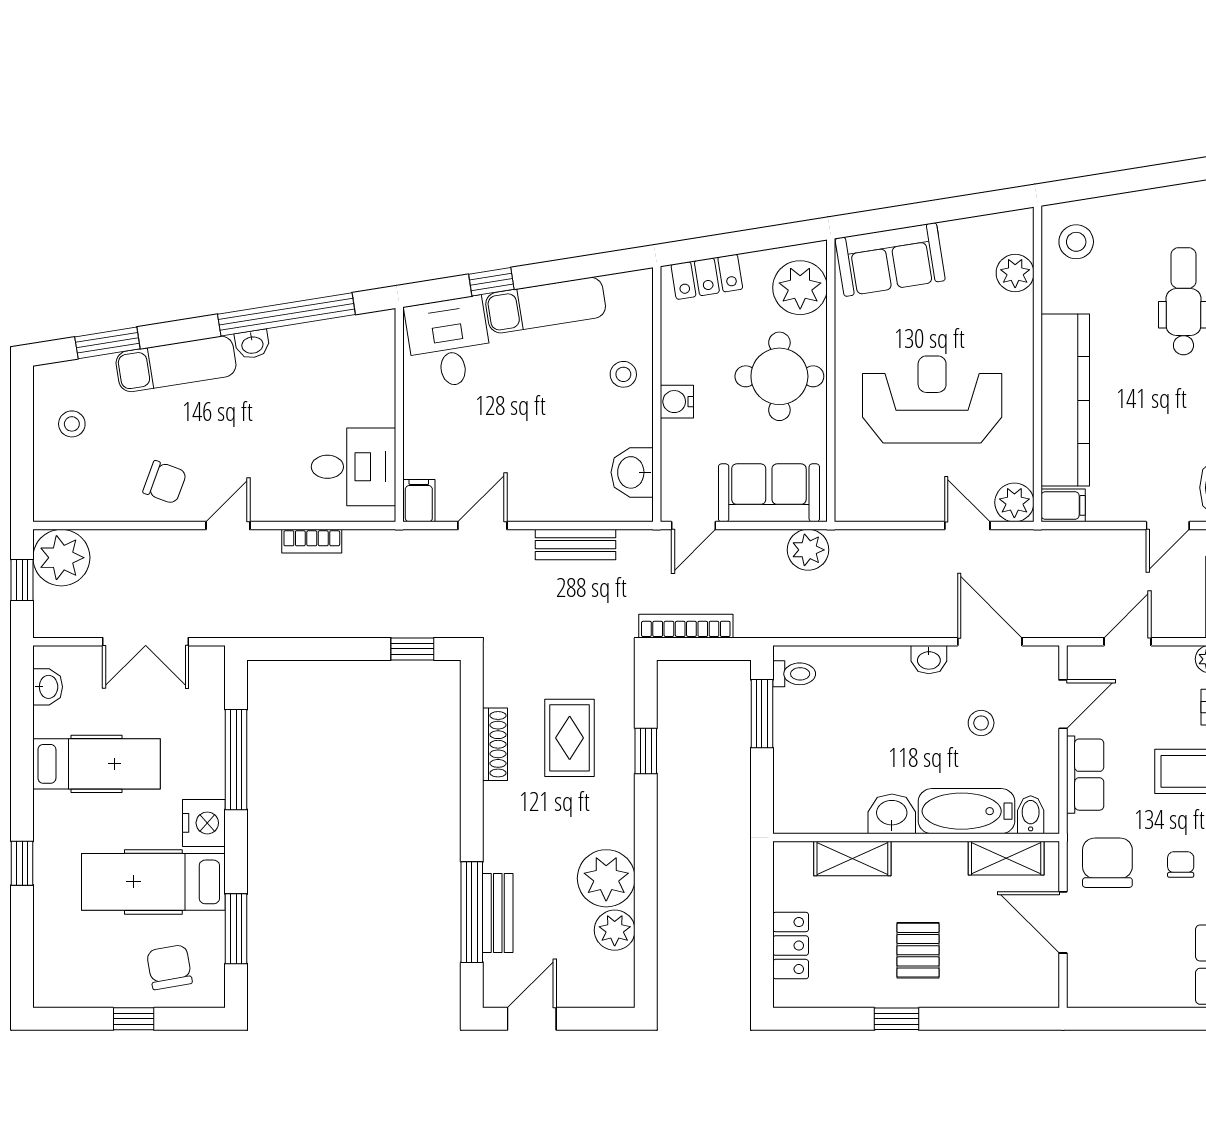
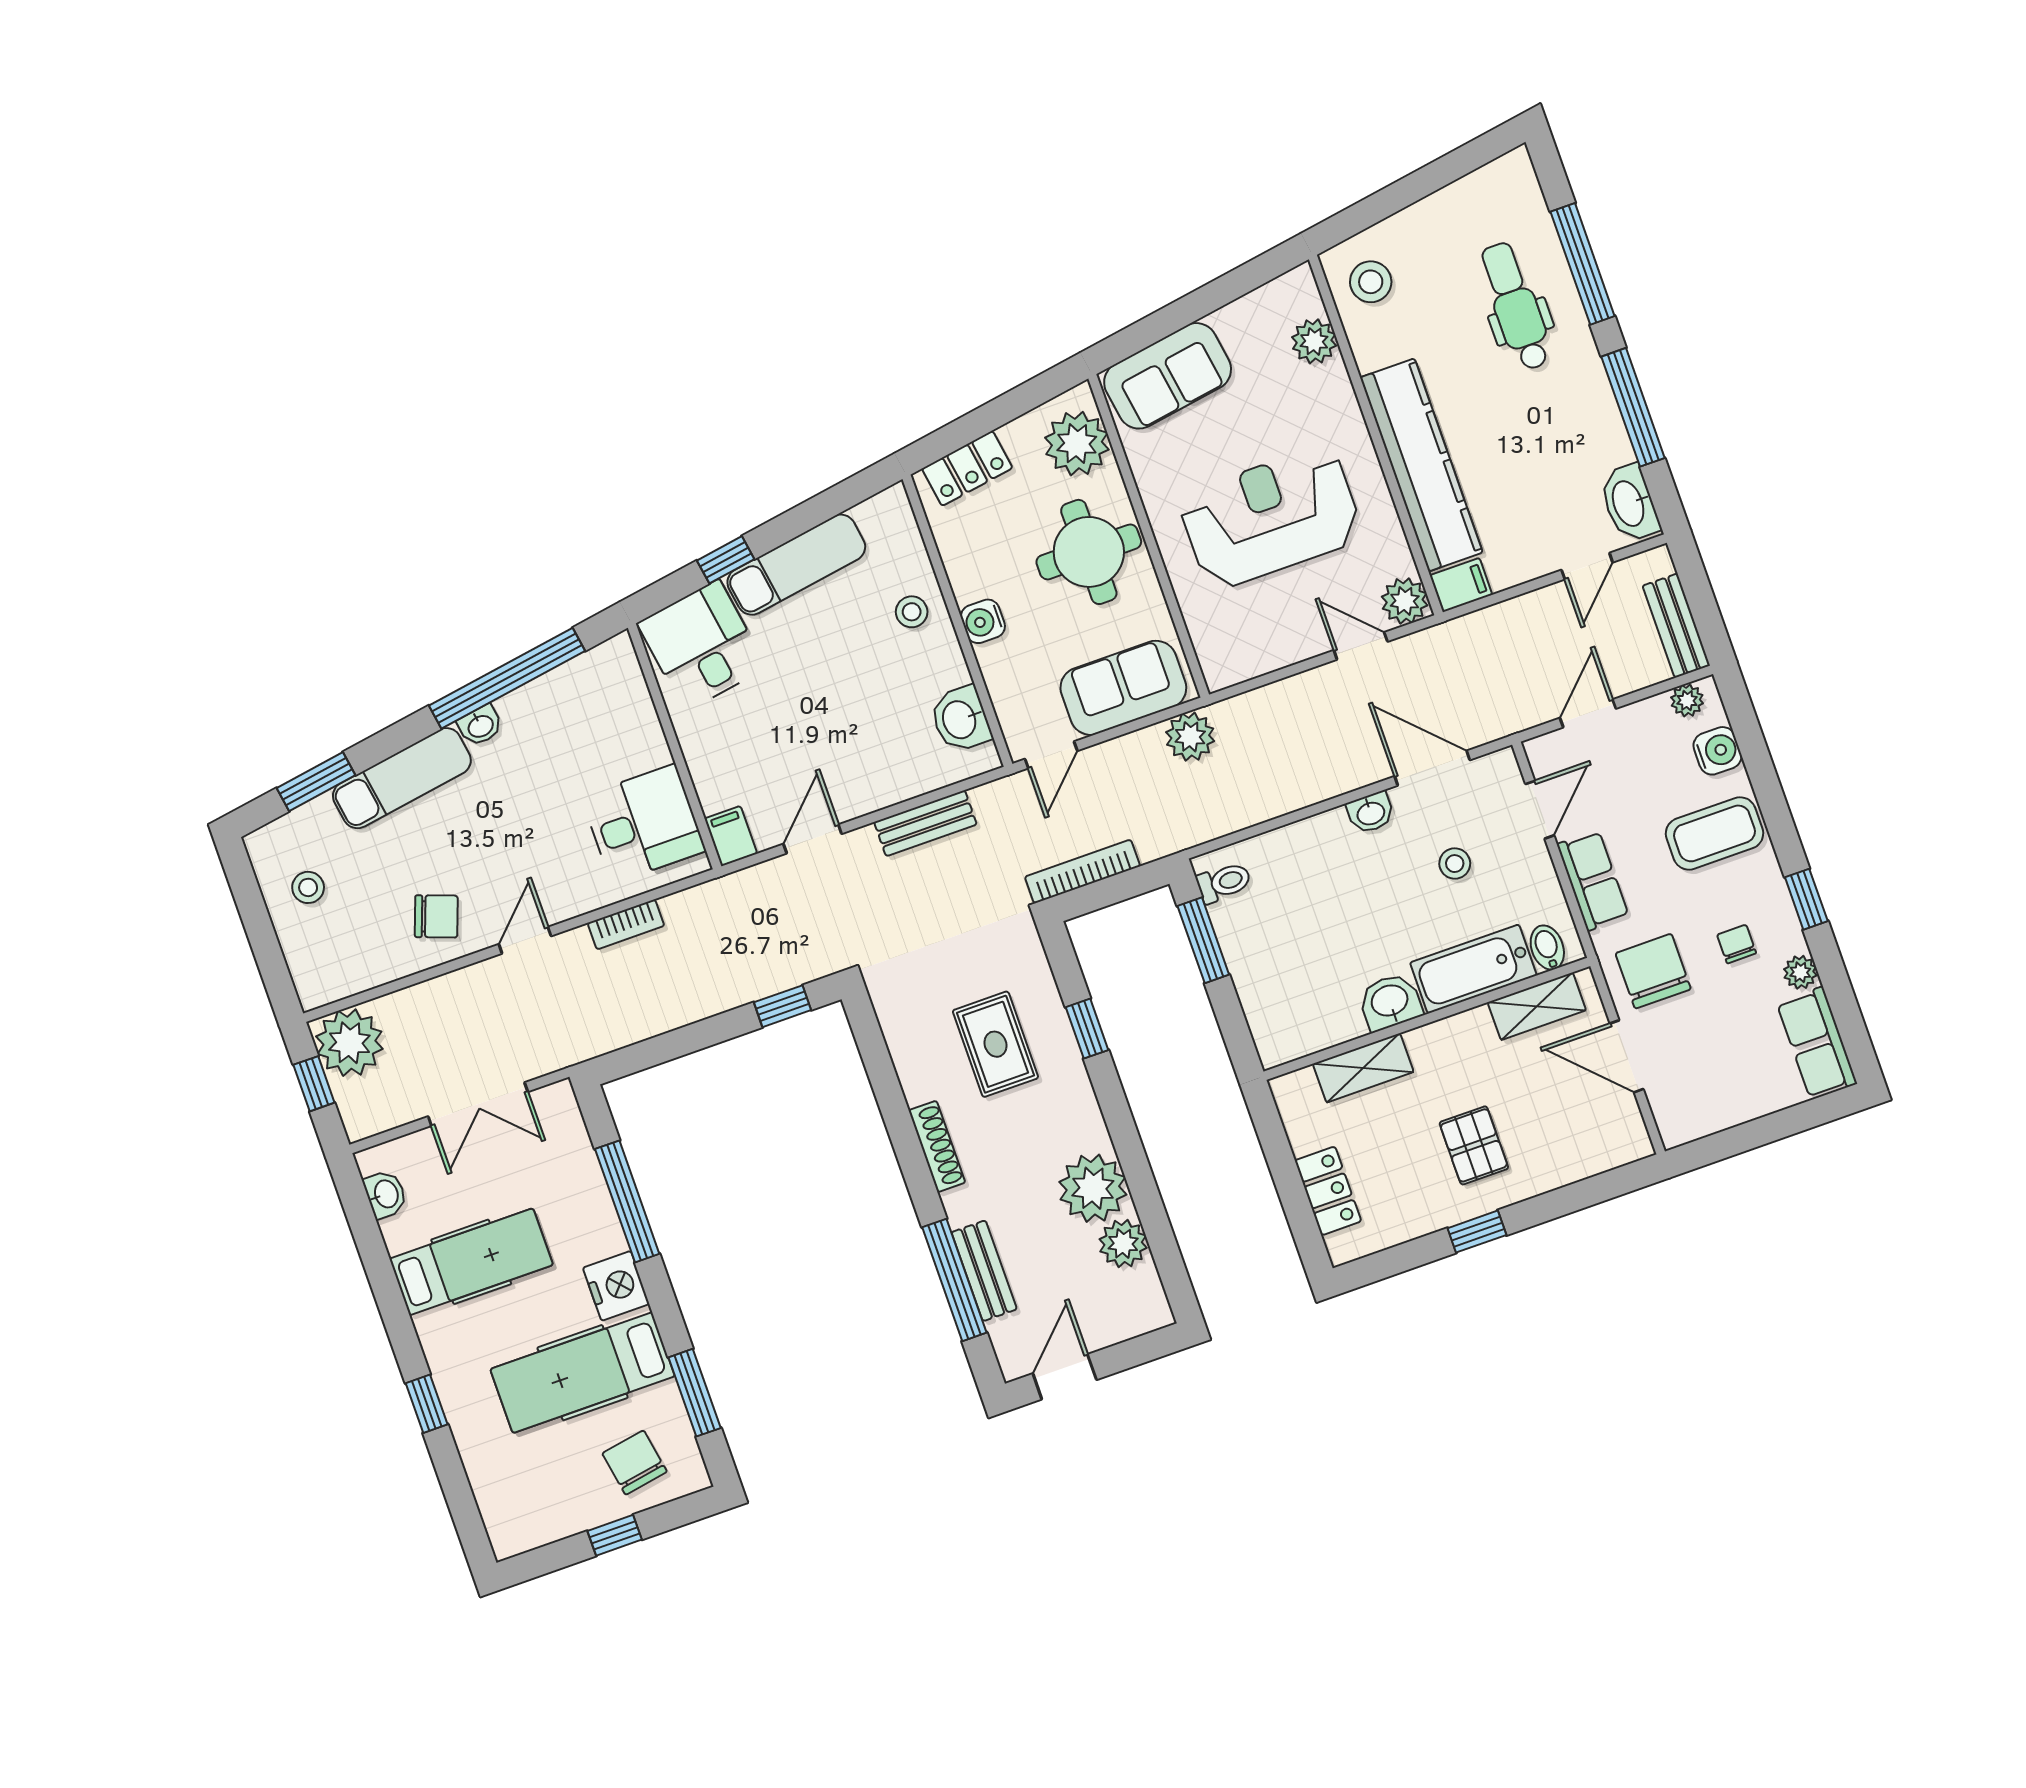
shoe rack: (495, 744) -> (937, 1146), moved

